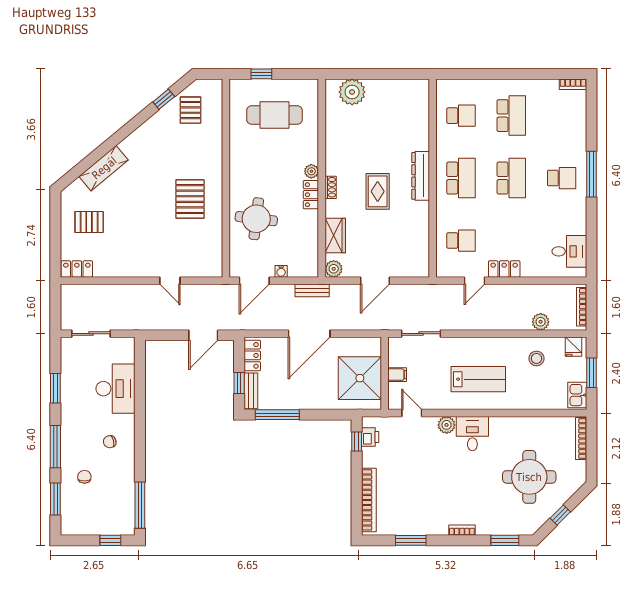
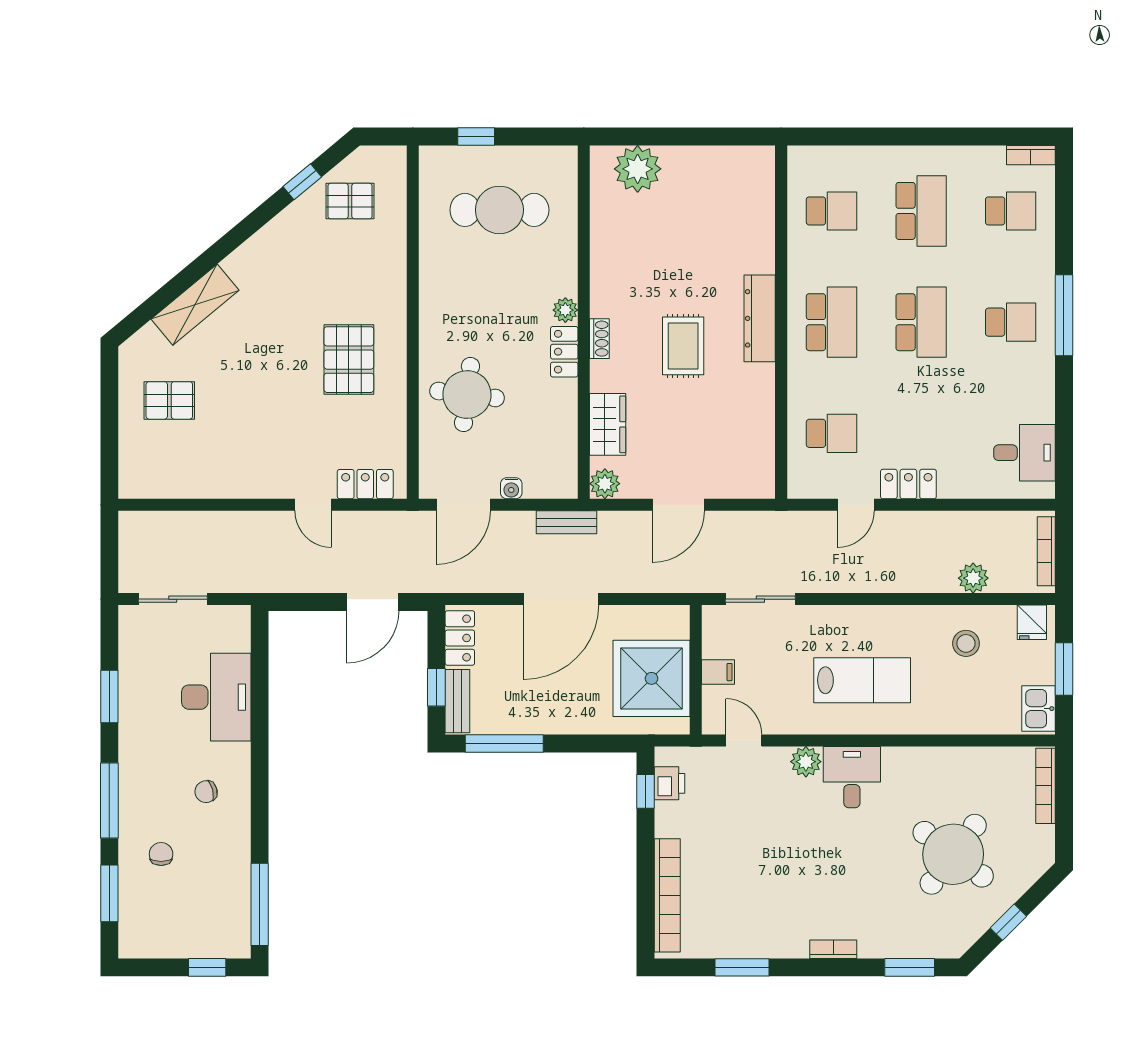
pallet: (191, 110) -> (350, 201), turned 90
school desk: (562, 116) -> (1011, 211), added
locker: (77, 269) -> (365, 484), moved
round table: (529, 477) -> (953, 854), turned 37

